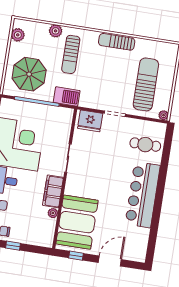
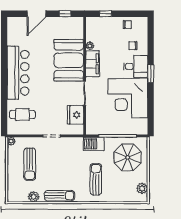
plant: (56, 31) -> (34, 197), moved
sun lounger: (146, 84) -> (30, 164), width x0.73, depth x0.75
fridge: (90, 121) -> (75, 115), moved, turned -90
booth: (77, 222) -> (69, 60), moved
window: (13, 246) -> (106, 14), moved

